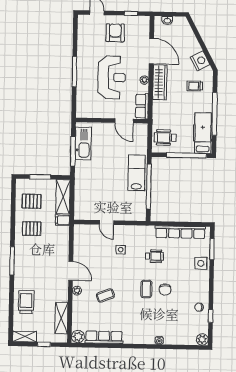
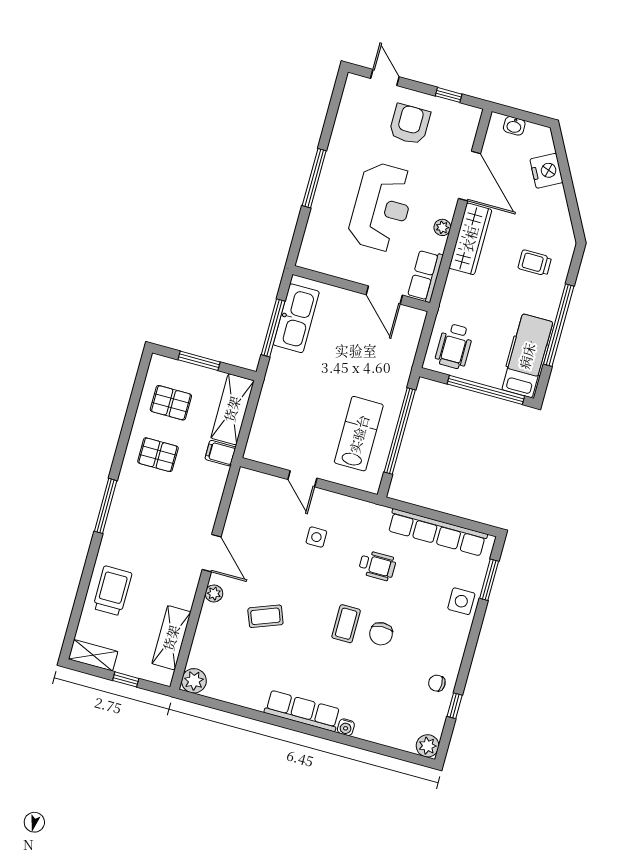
nightstand: (200, 61) -> (546, 171), moved
wheelchair: (165, 138) -> (454, 346), turned -90
lab bench: (136, 173) -> (359, 434), moved
row of seats: (104, 337) -> (302, 711), moved

